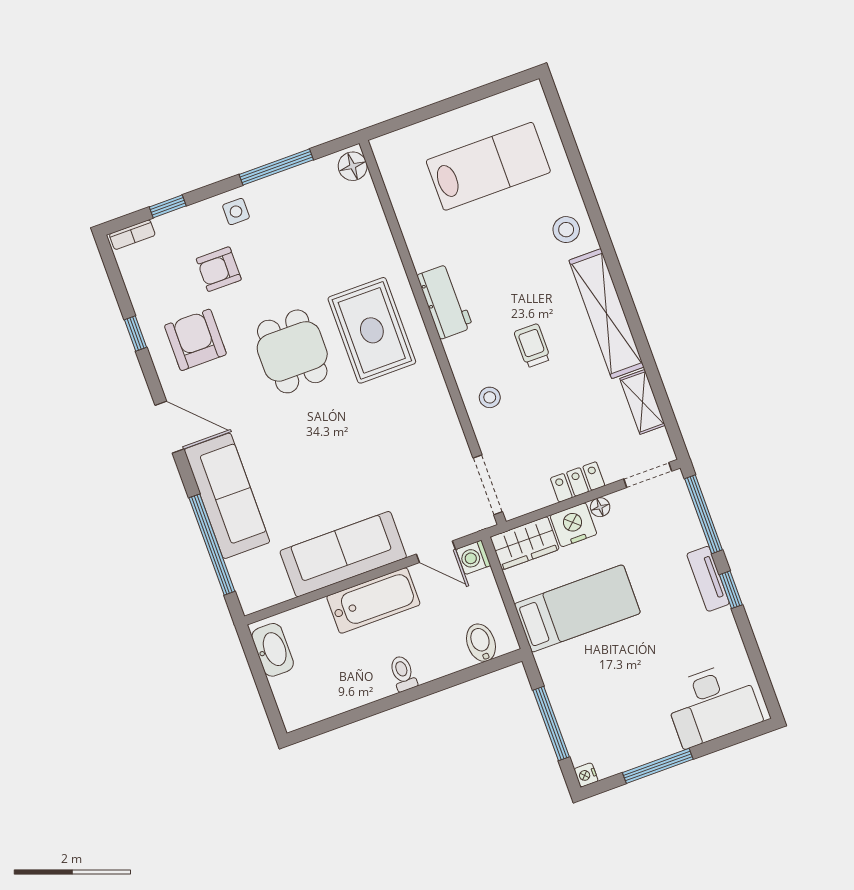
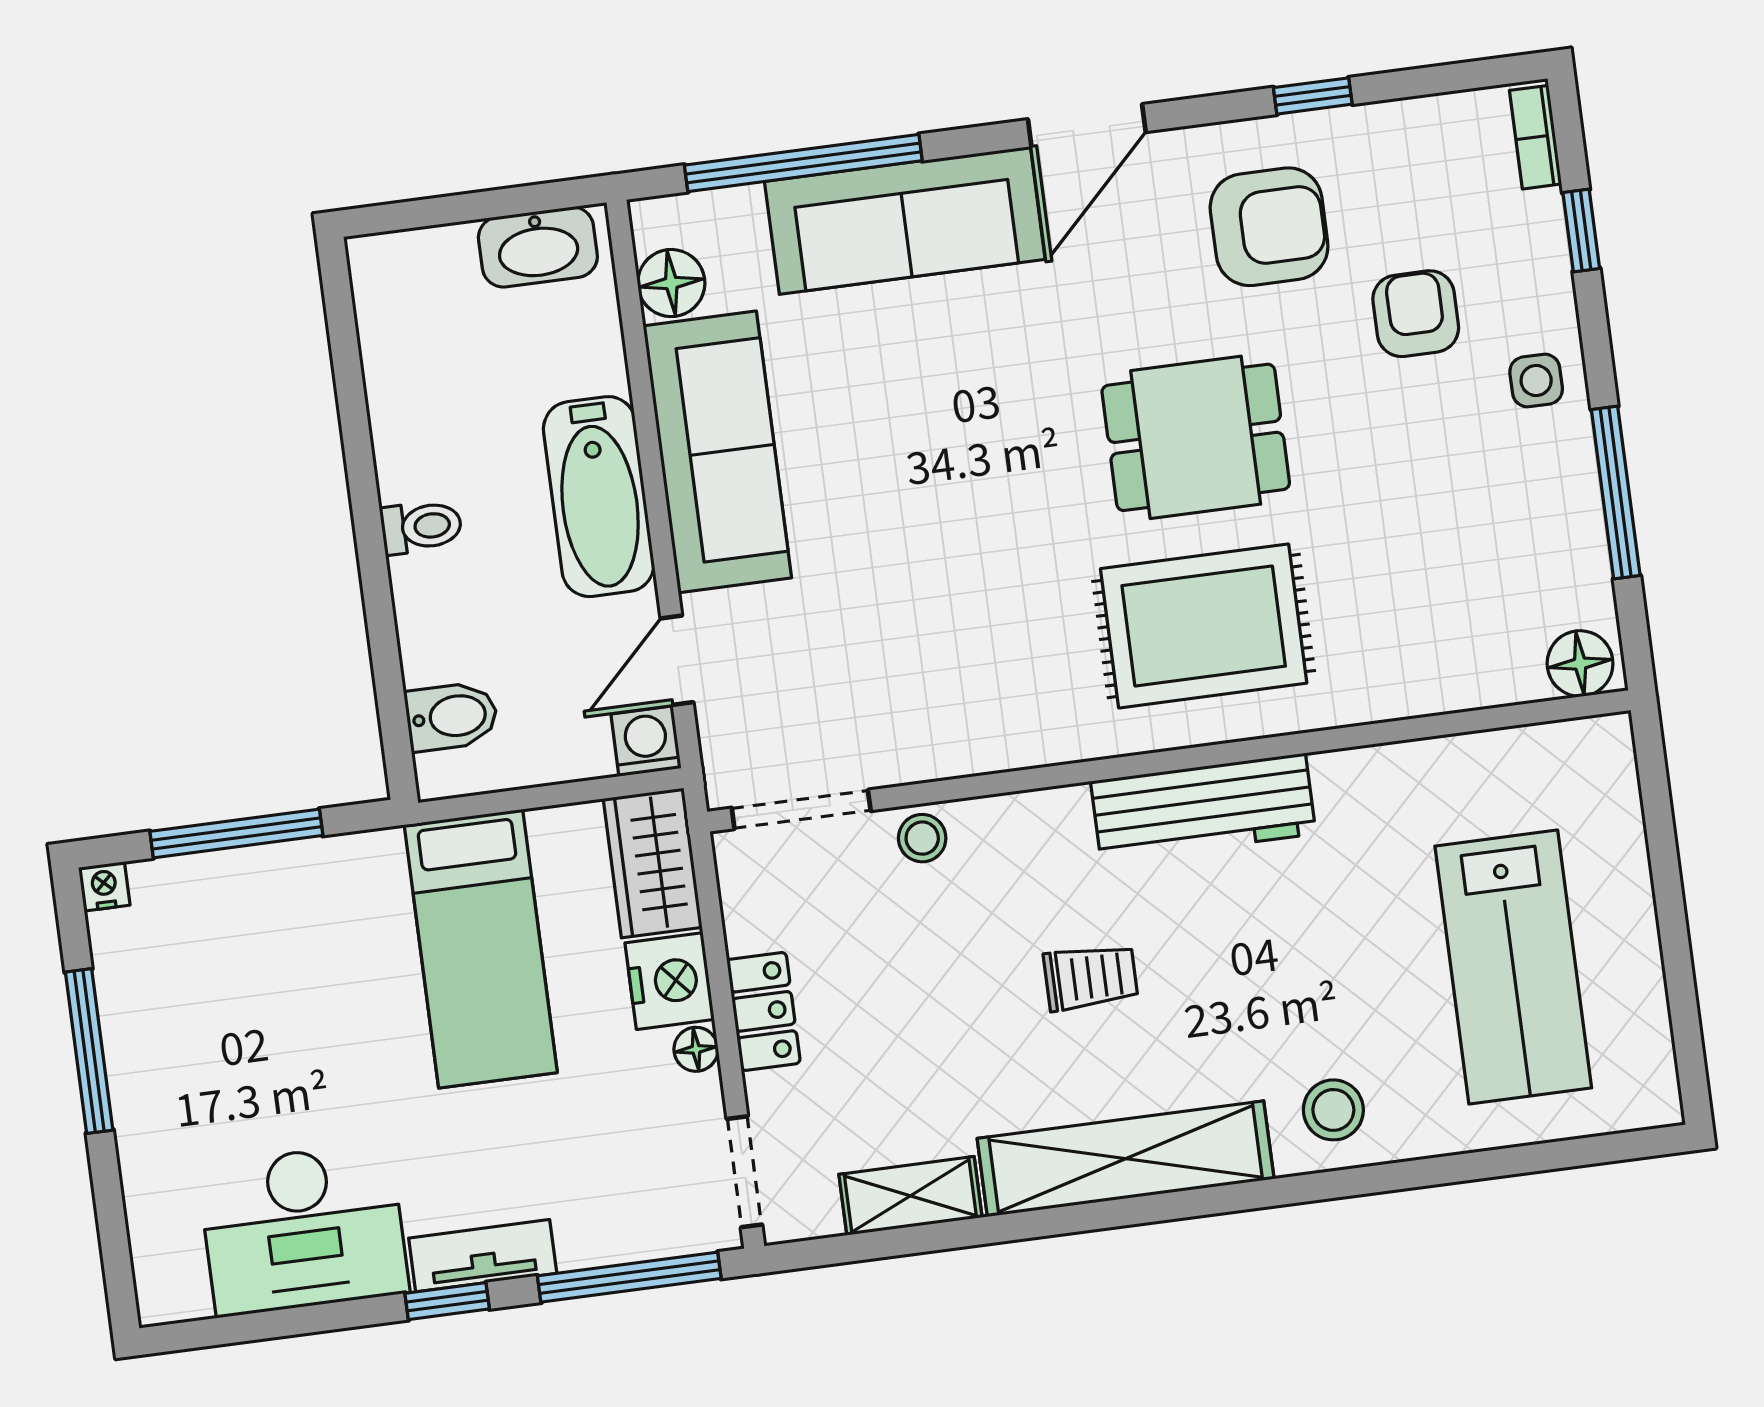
workbench: (445, 301) -> (1203, 808), width x1.38
stool: (490, 397) -> (922, 838), moved
floor lamp: (276, 590) -> (671, 283), added
desk: (713, 704) -> (303, 1229), moved, turned -90

